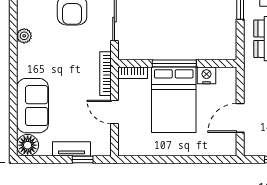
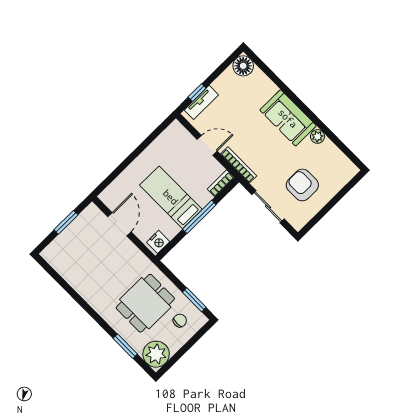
nightstand: (206, 75) -> (158, 242), moved
bed: (174, 100) -> (171, 197), width x0.67
sofa: (33, 106) -> (288, 118), moved
tv unit: (71, 149) -> (201, 102), moved

